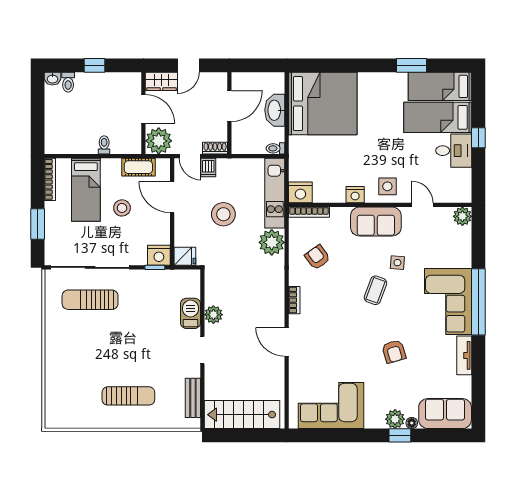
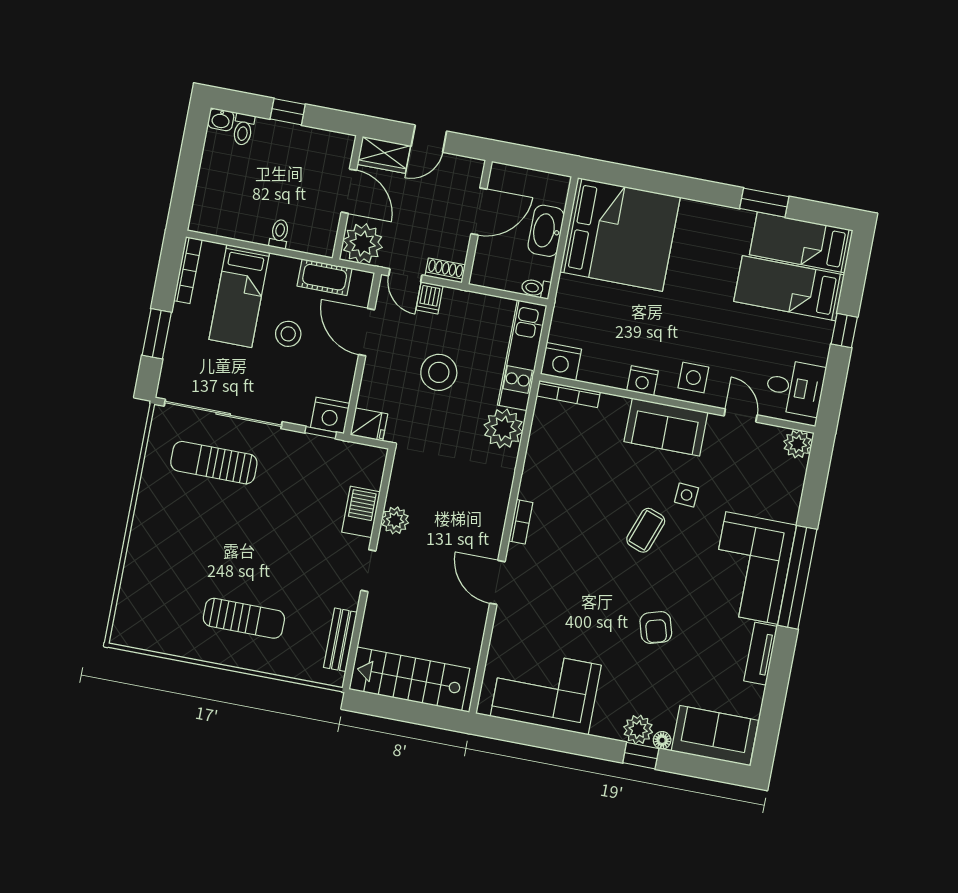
desk: (454, 151) -> (795, 388), moved
armchair: (317, 257) -> (568, 464), removed

